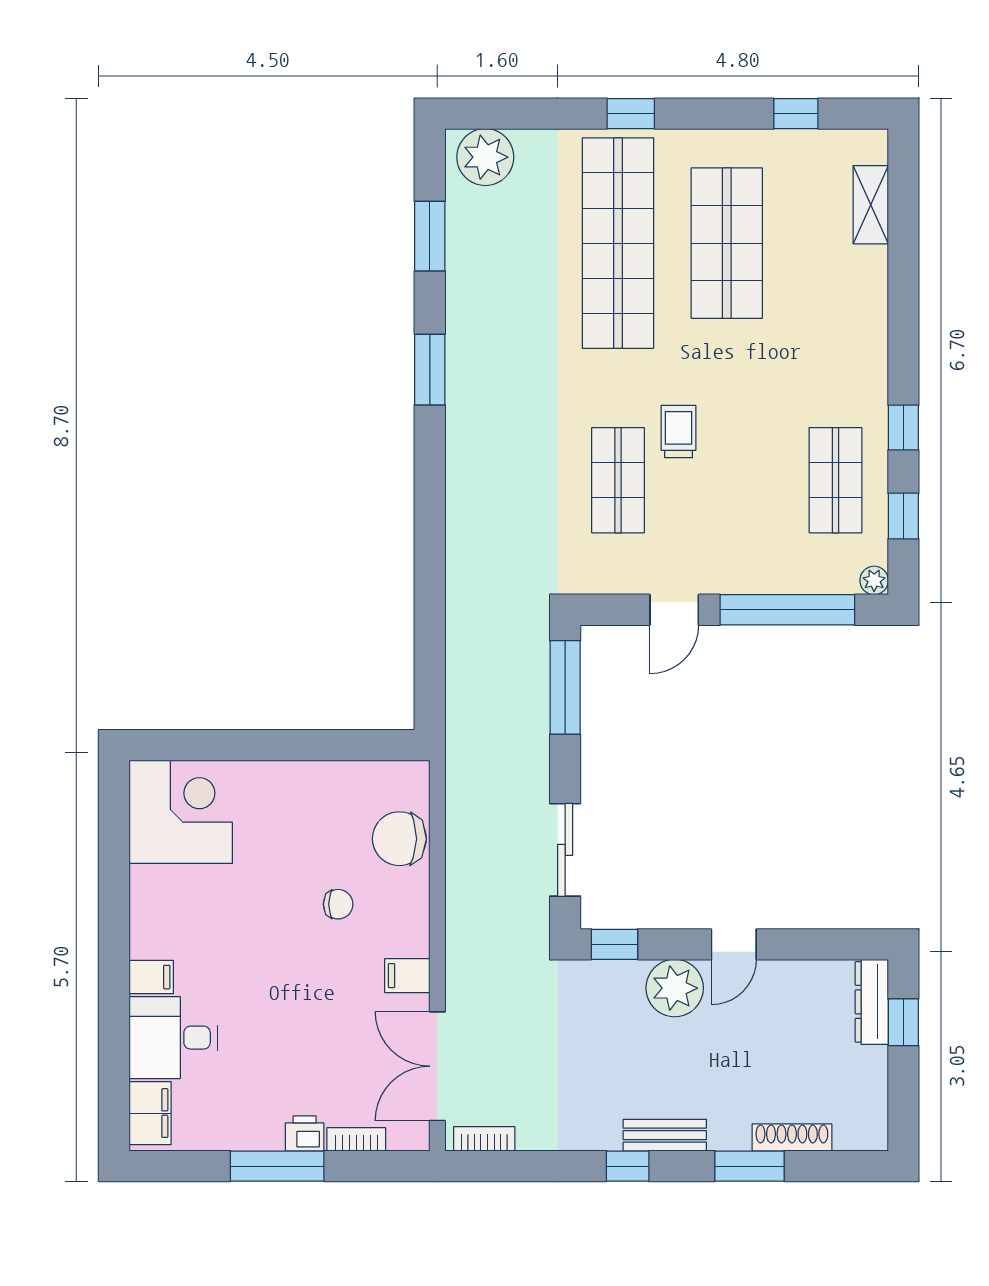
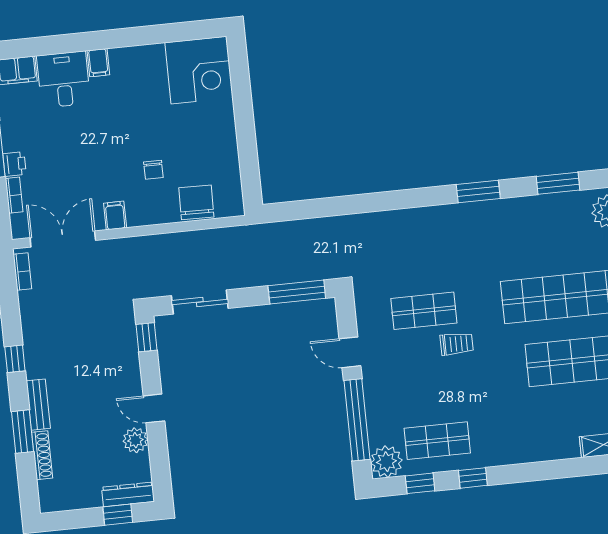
plant: (874, 580) -> (386, 462), width x1.88, depth x1.88
plant: (675, 988) -> (135, 440), moved, width x0.73, depth x0.73
bench: (665, 1135) -> (38, 405), moved

